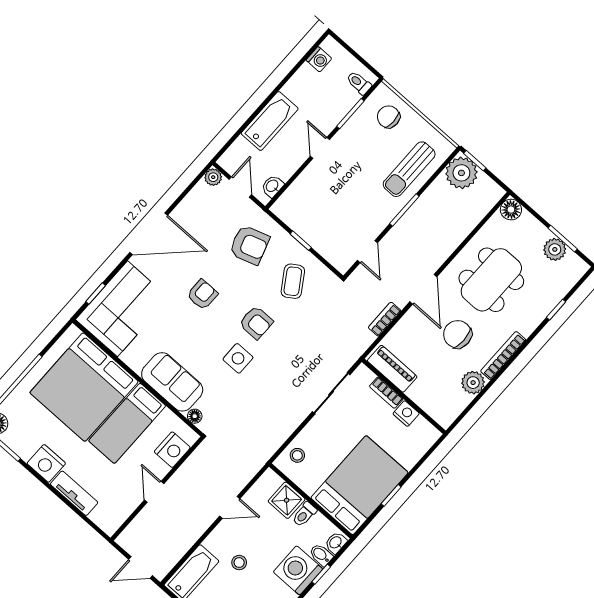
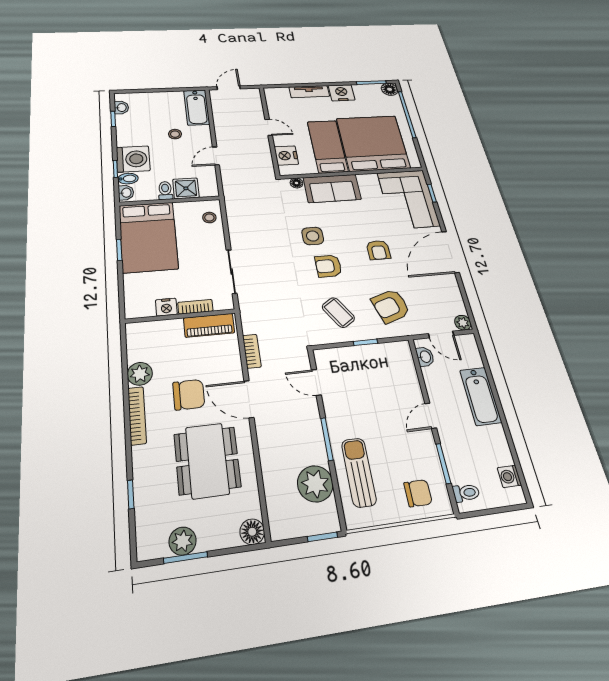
door: (320, 148) -> (431, 416), swing flipped
plant: (461, 173) -> (315, 484), moved

